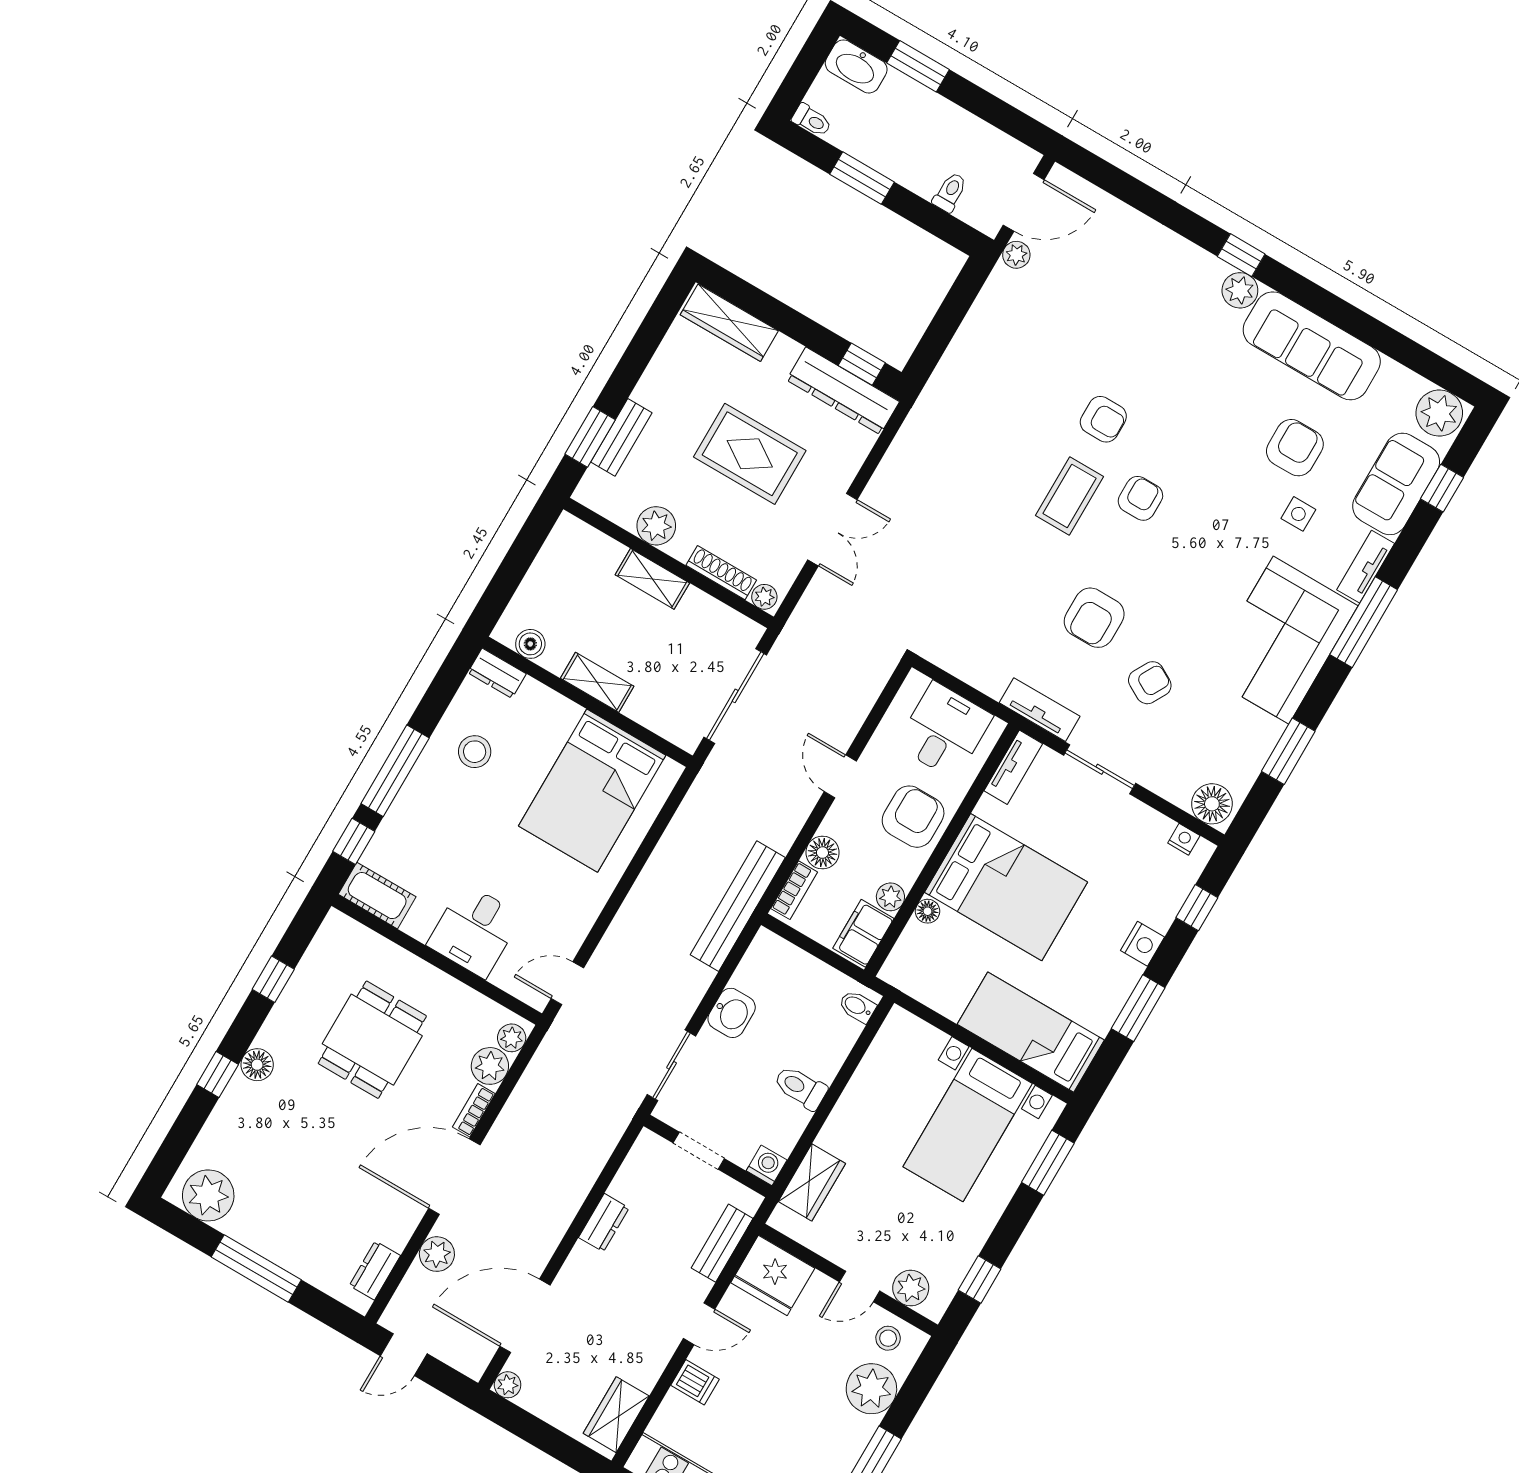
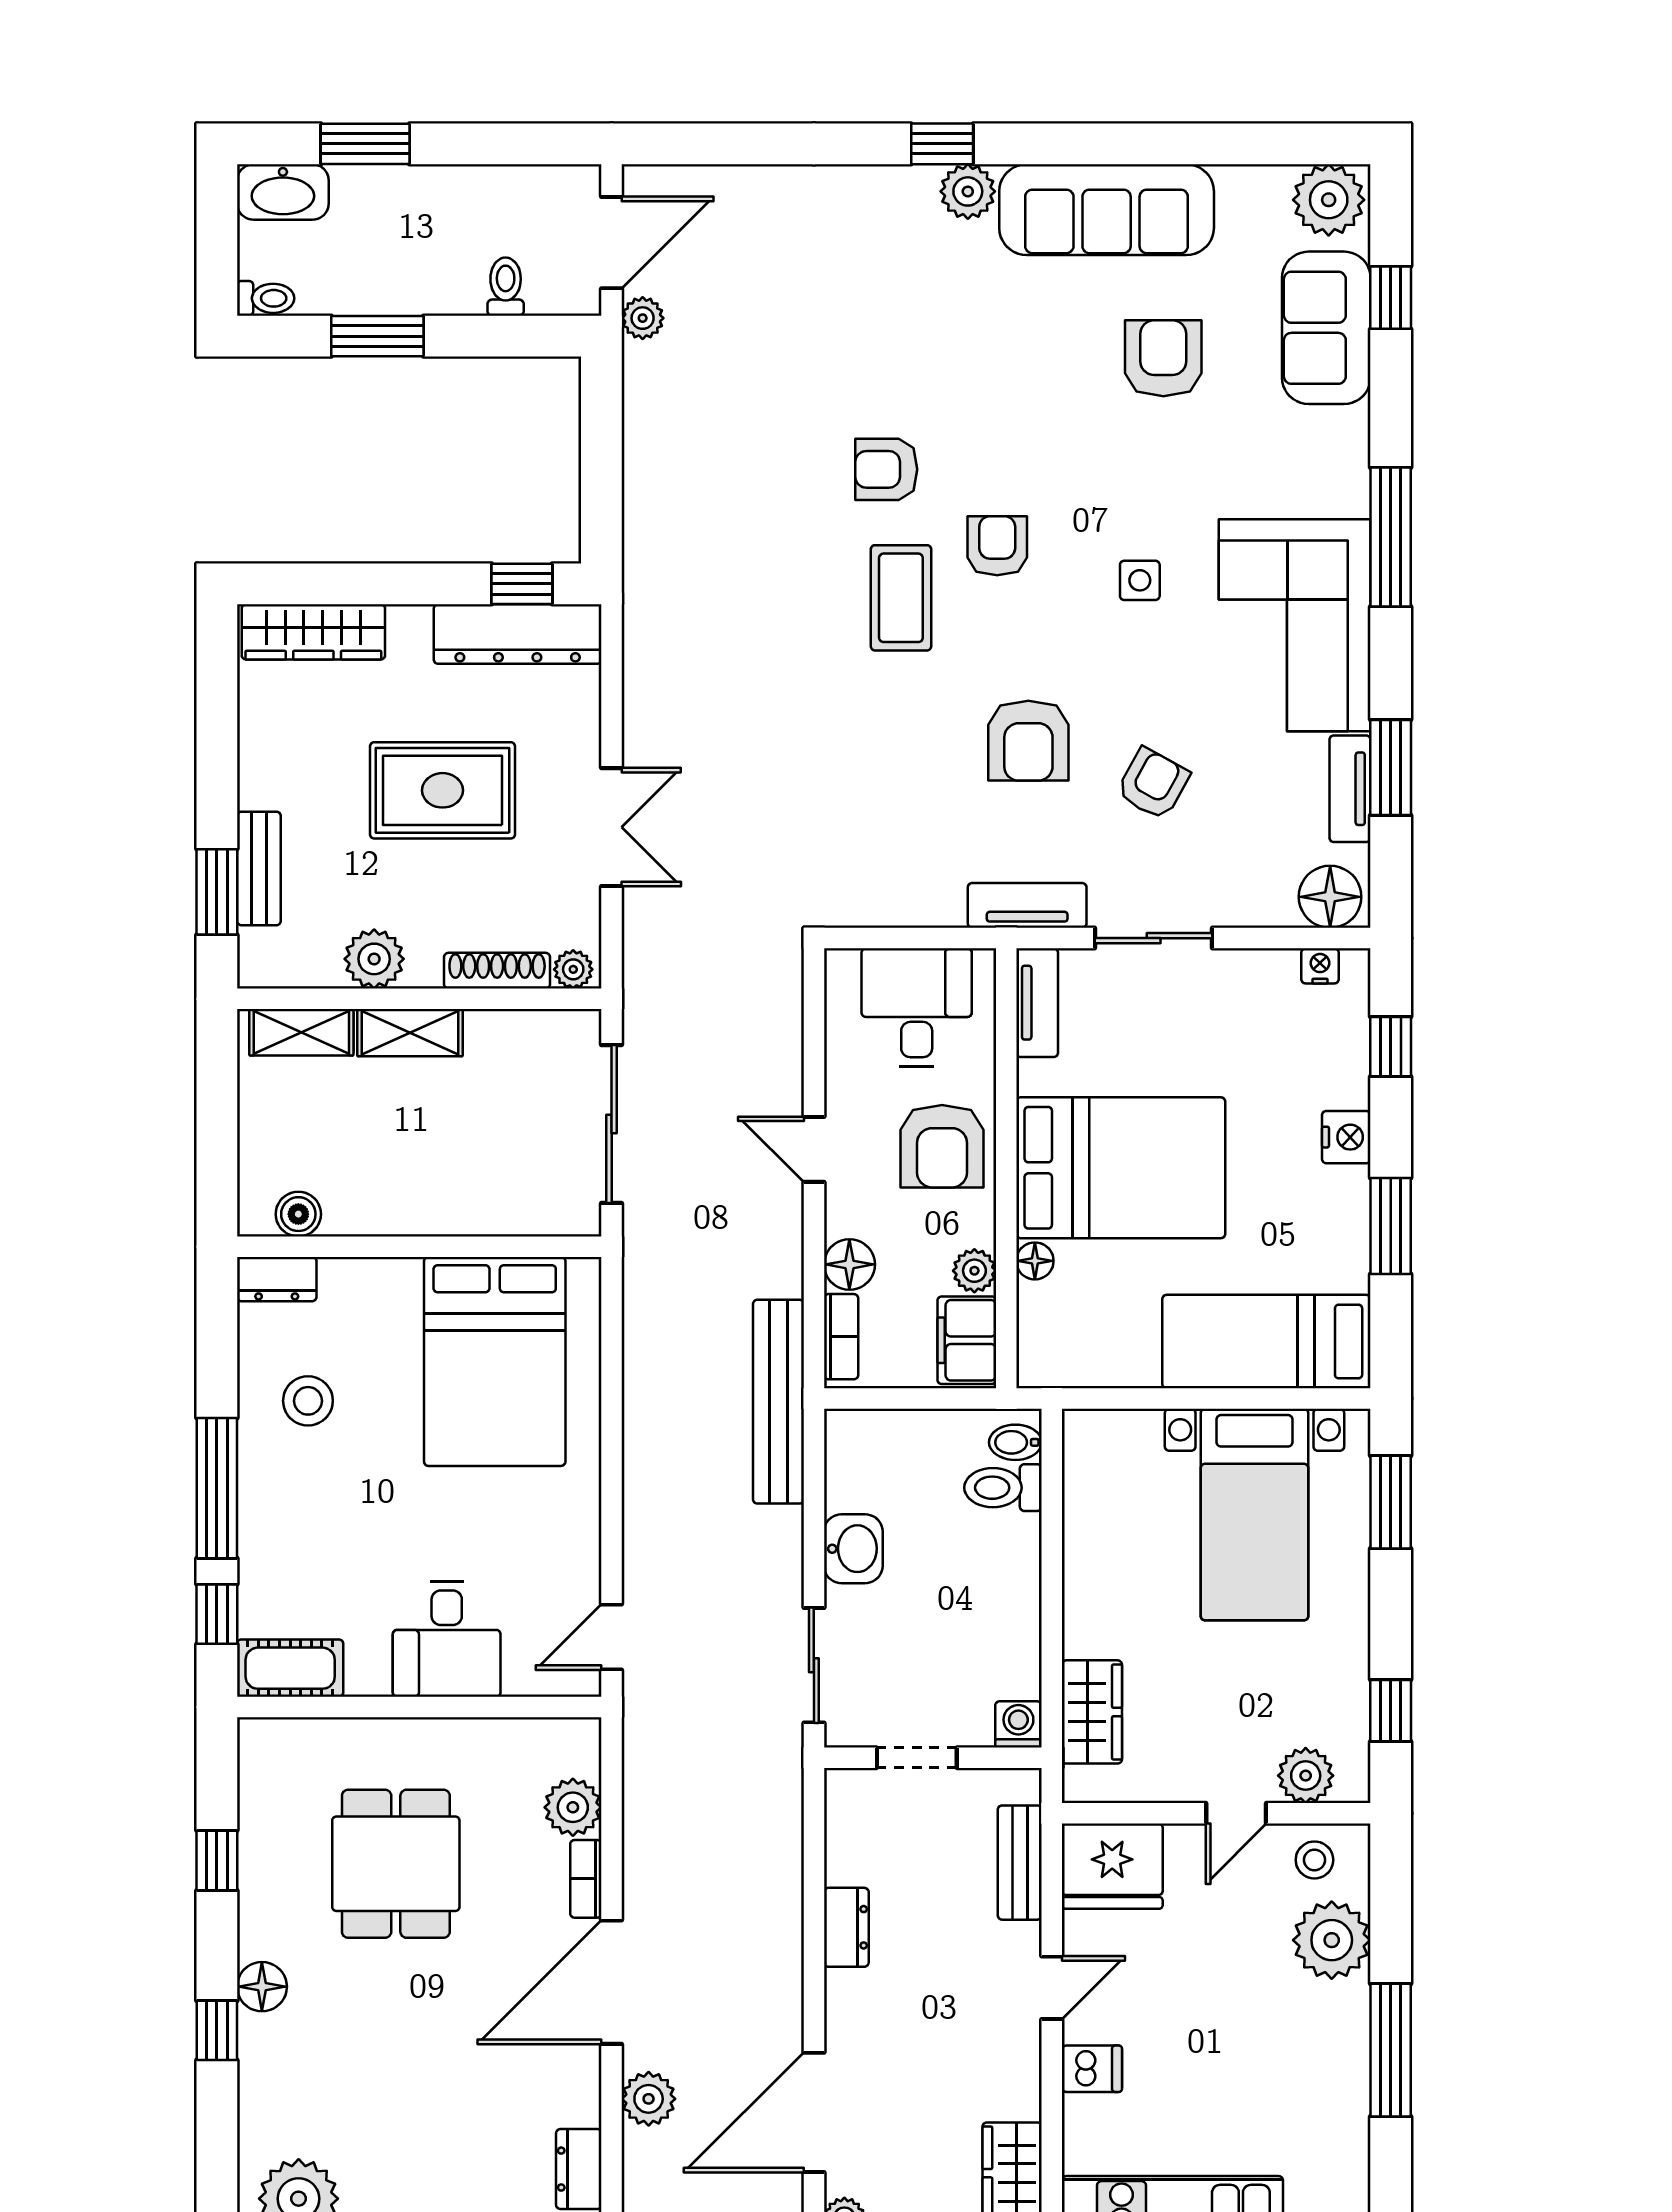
armchair: (1103, 419) -> (886, 469), turned 180
side table: (1298, 514) -> (1140, 580), moved
tv unit: (1366, 567) -> (1350, 789), moved
shelving: (597, 682) -> (301, 1032), moved
armchair: (913, 817) -> (942, 1146), turned 180
plant: (512, 1038) -> (580, 1753), removed
toilet: (800, 1088) -> (1003, 1488), moved

